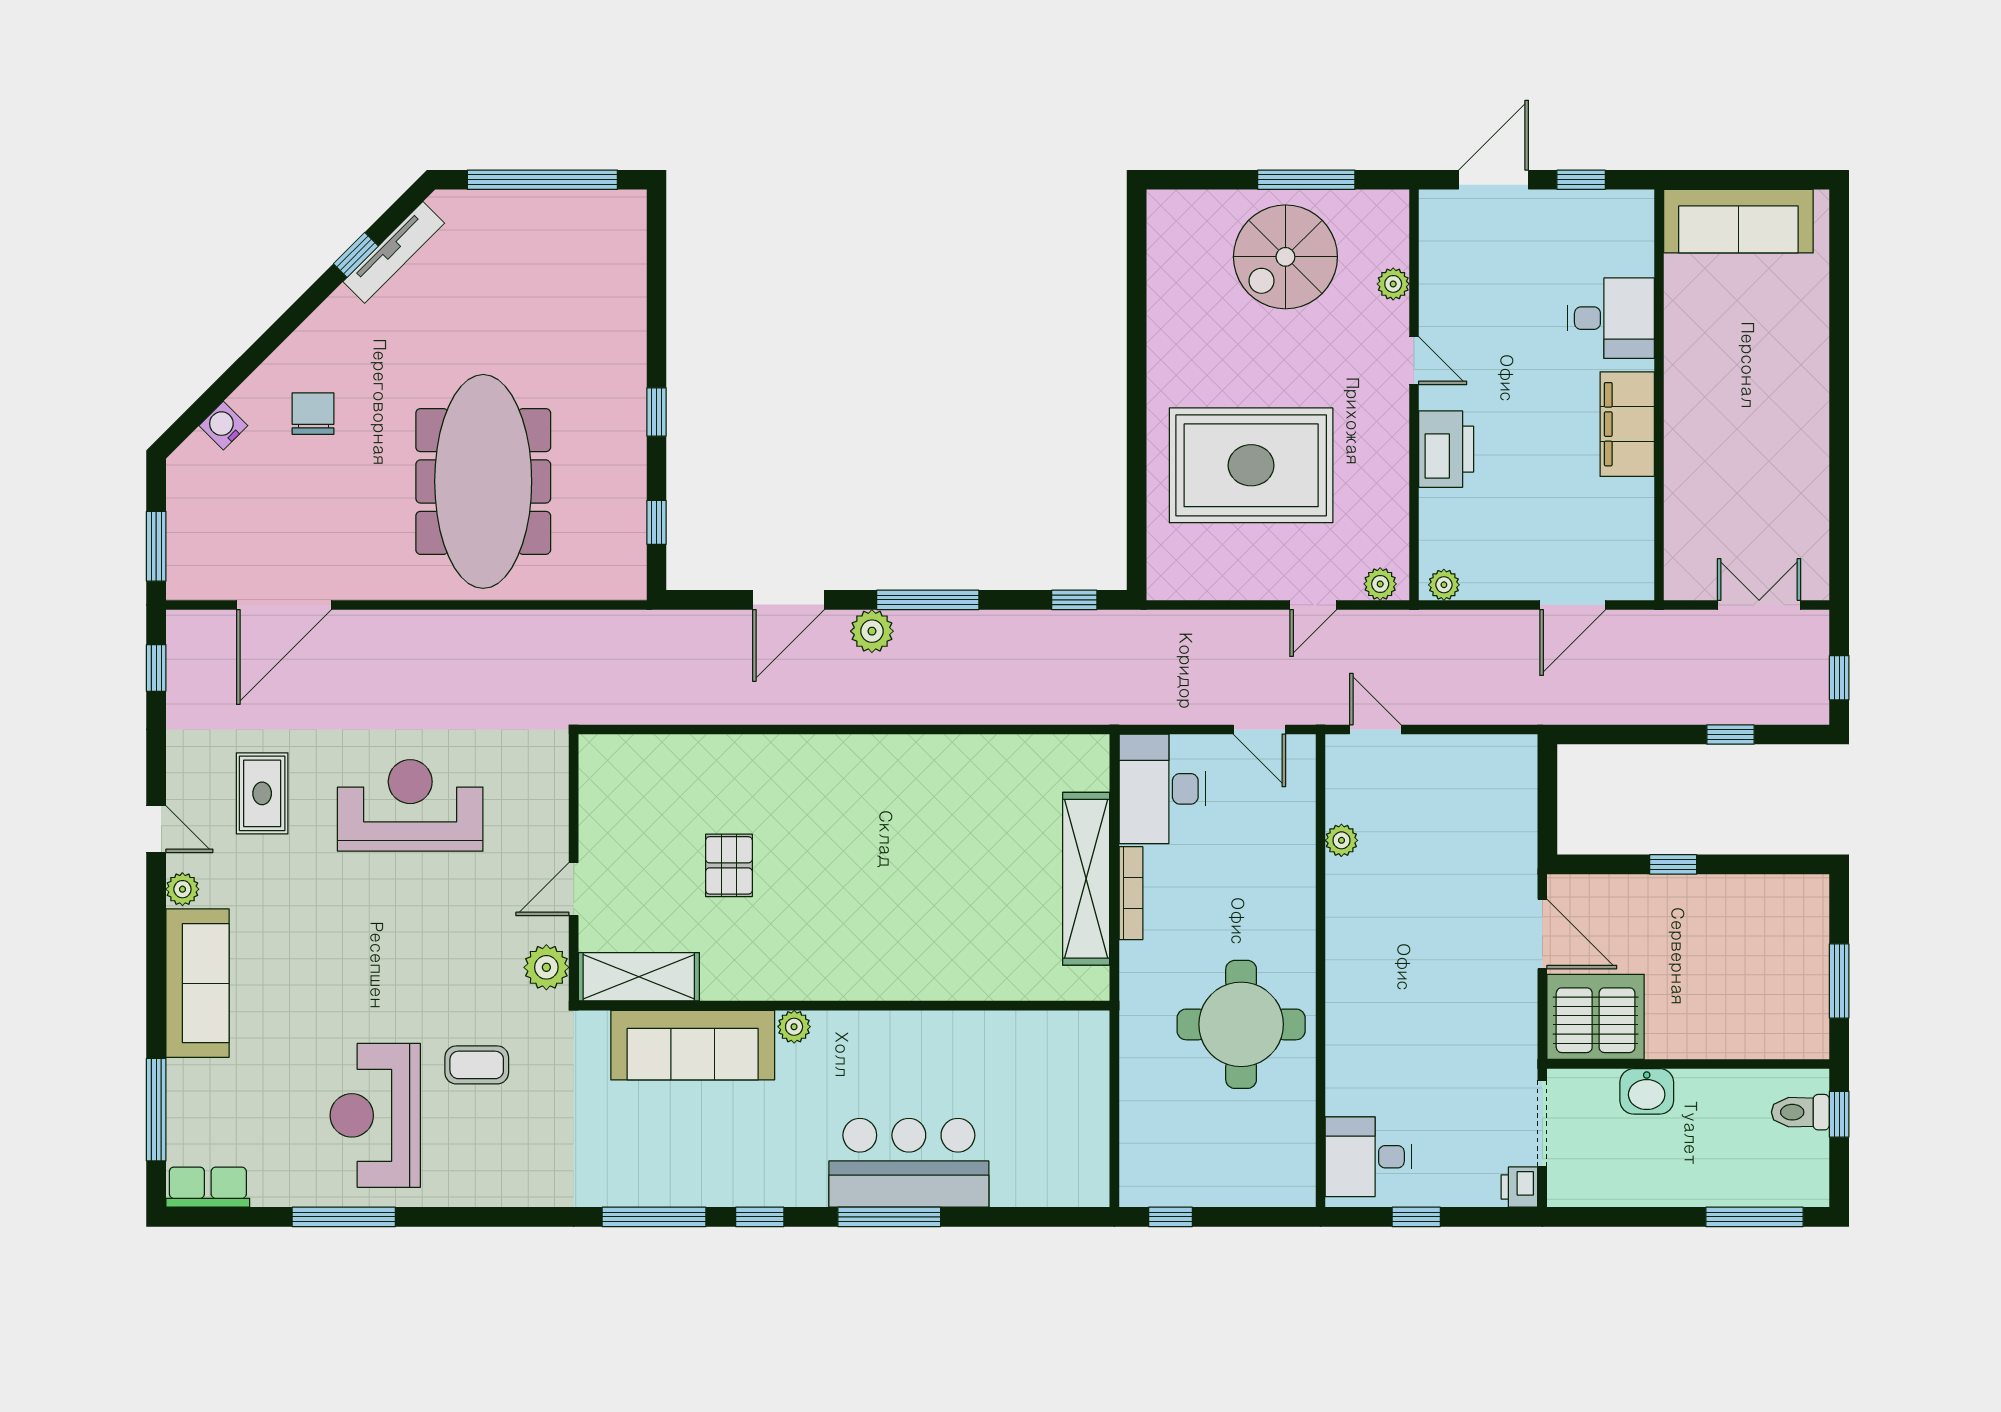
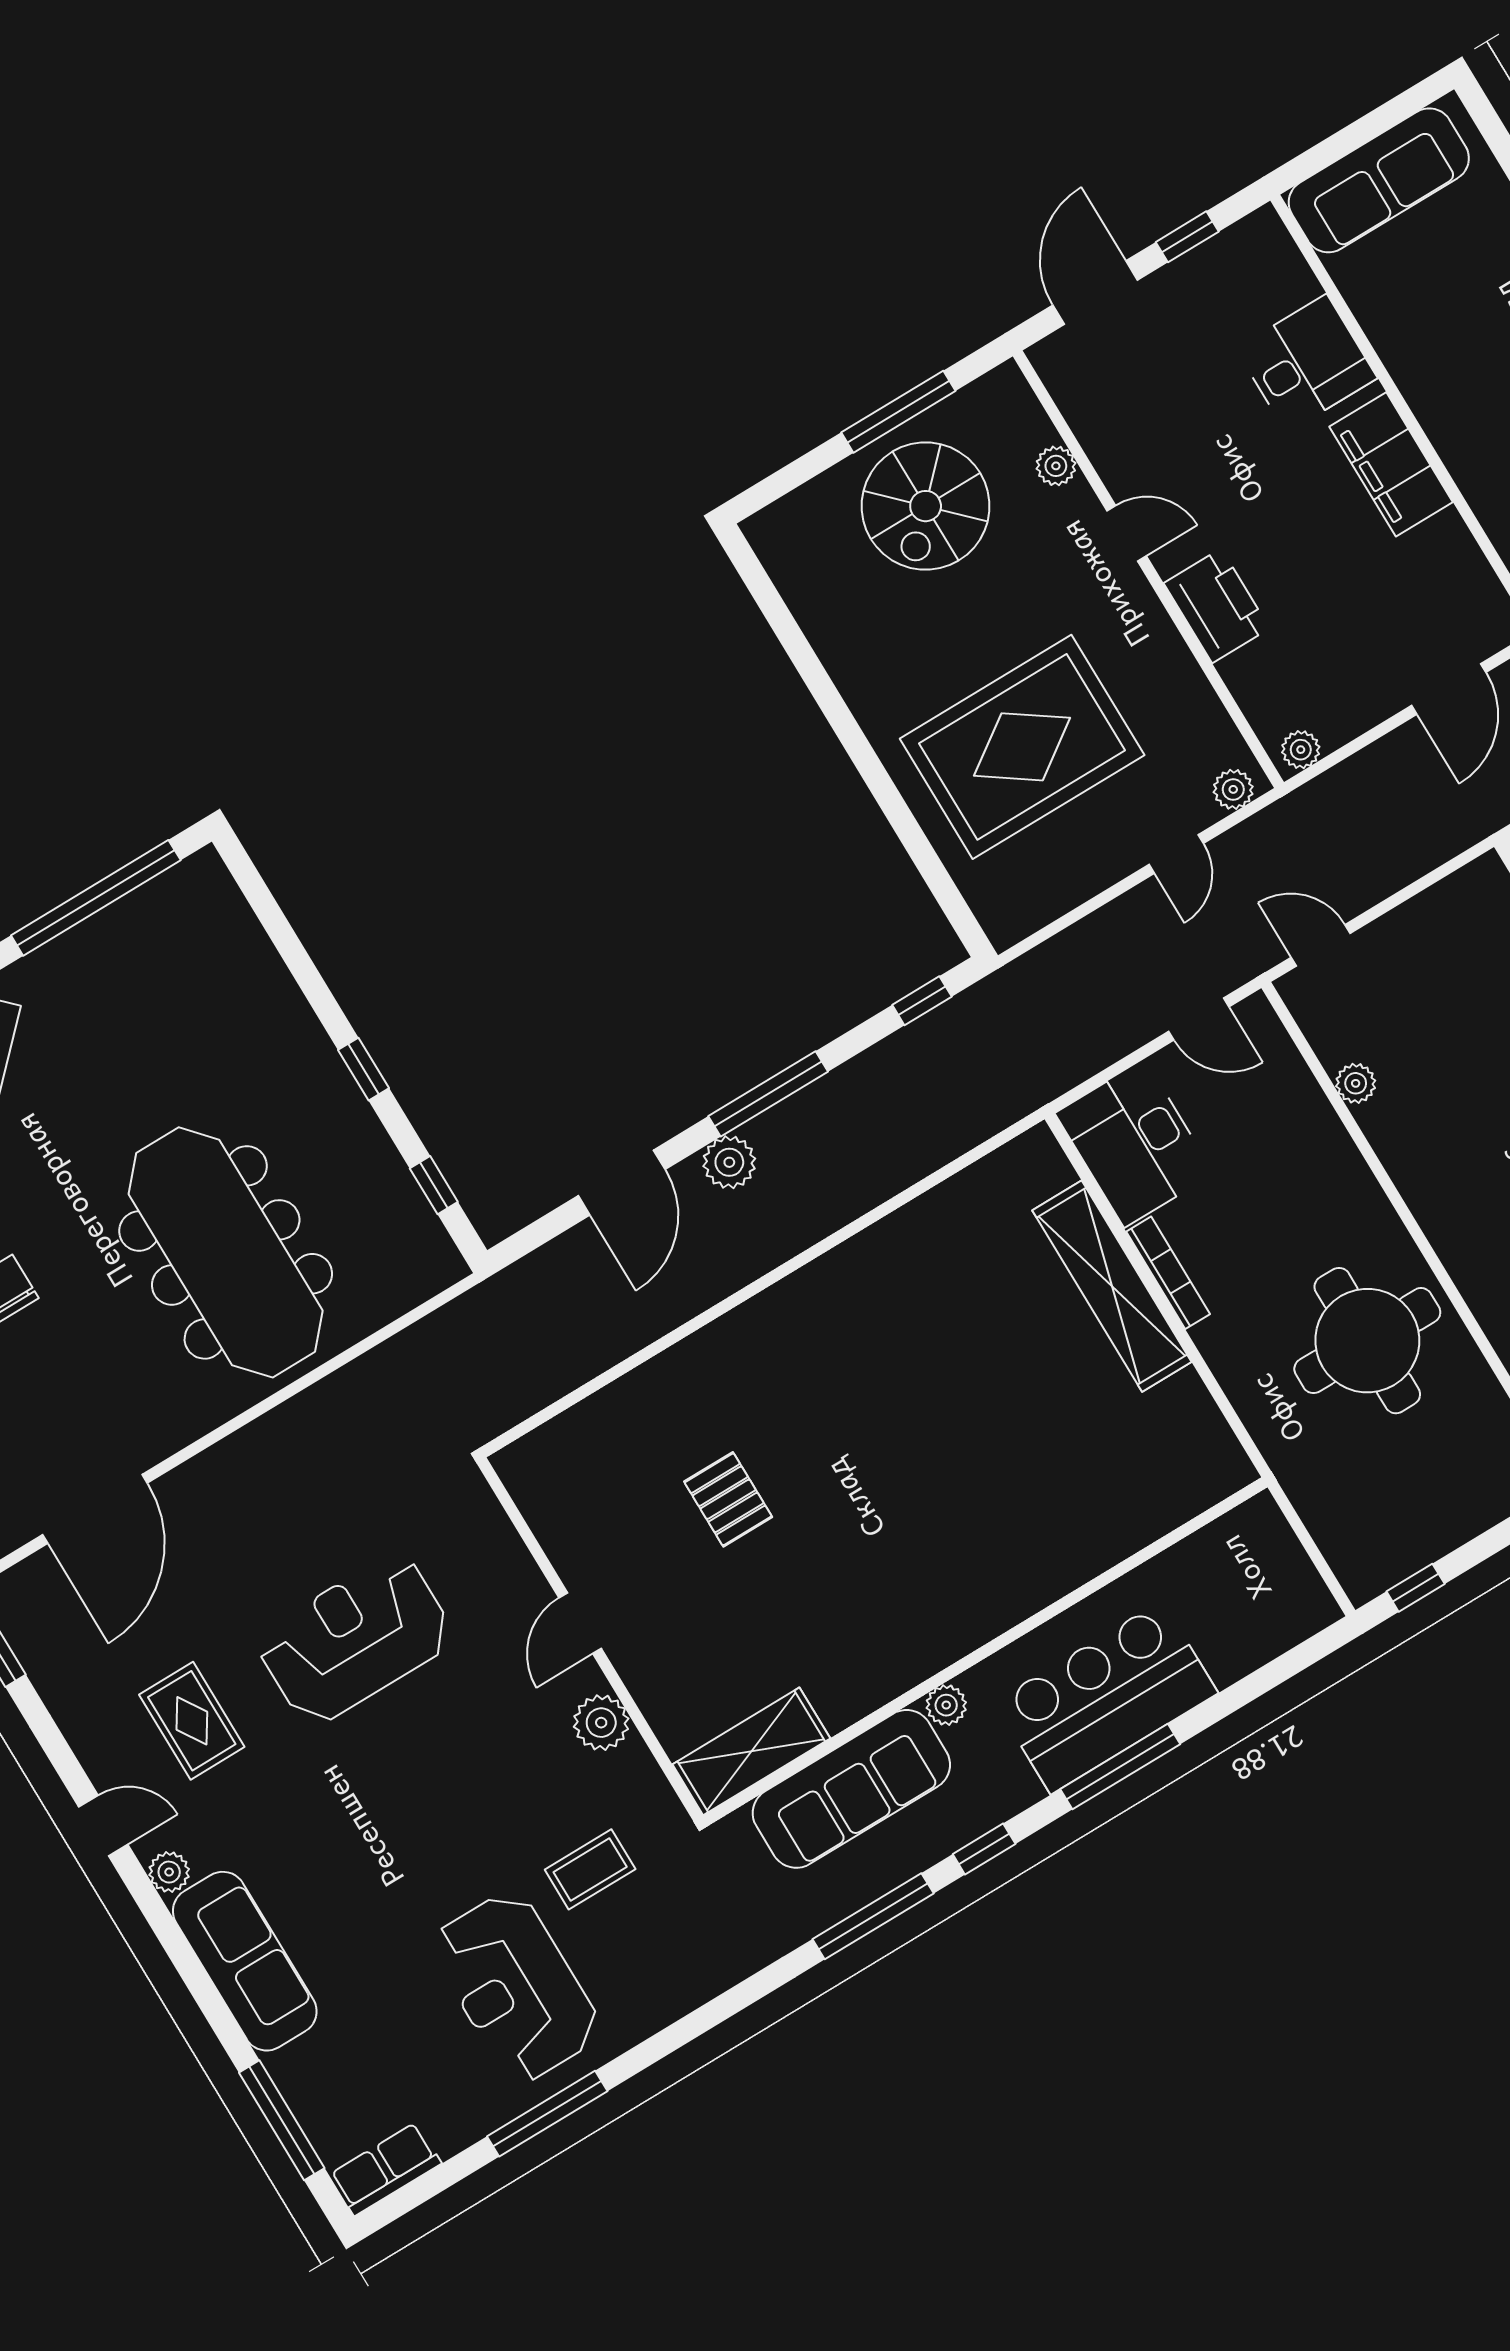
shelving: (639, 977) -> (751, 1751), moved
wall: (844, 1006) -> (985, 1651), moved
plant: (794, 1027) -> (946, 1705), moved
sofa: (693, 1045) -> (851, 1789), moved

